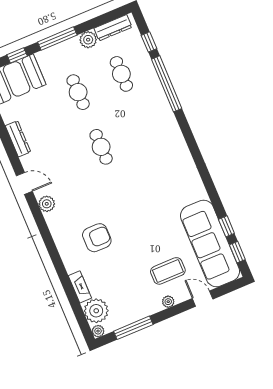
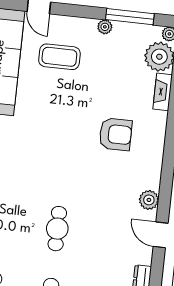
armchair: (97, 238) -> (115, 134), turned 180
plant: (168, 302) -> (105, 27), moved

